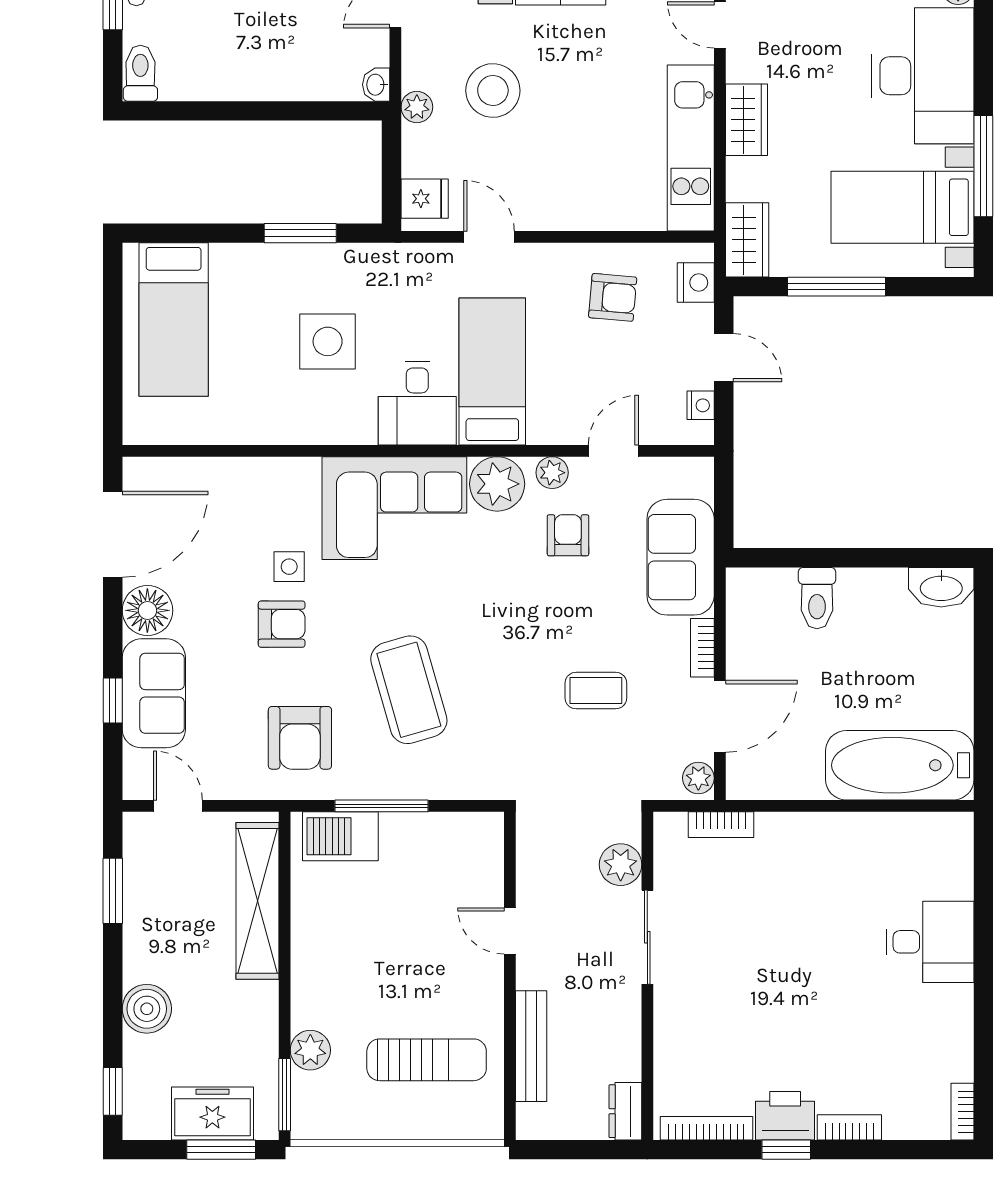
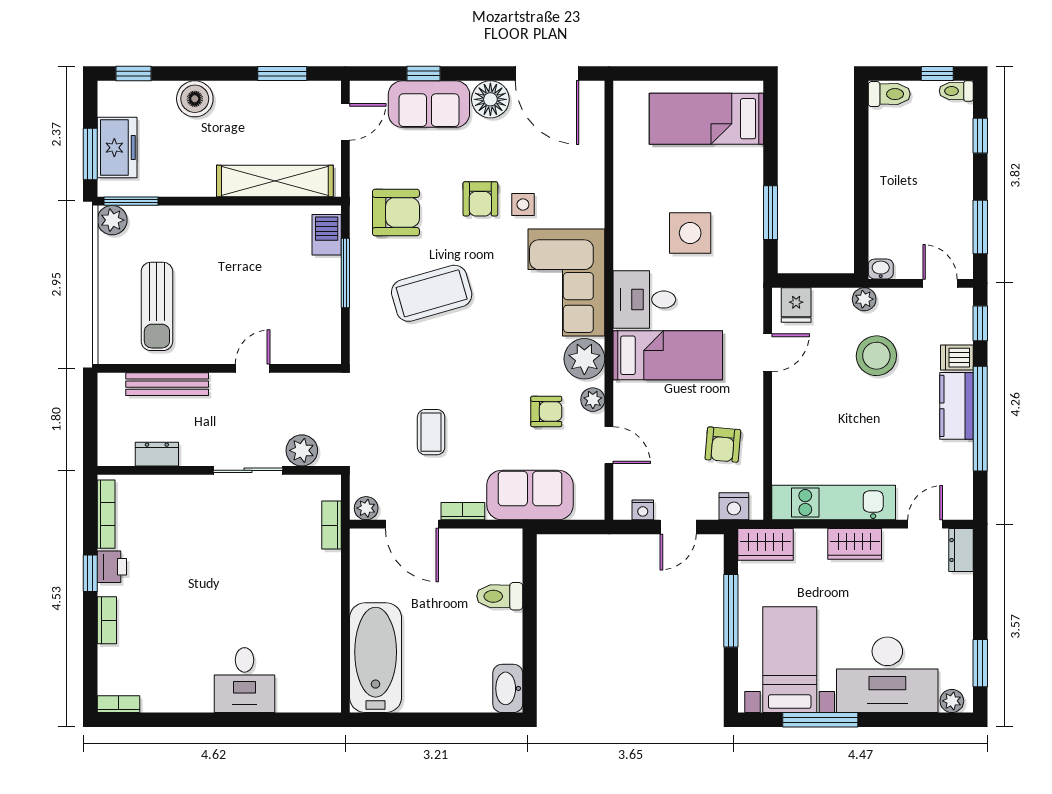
armchair: (300, 738) -> (396, 212), turned 180
barbecue: (340, 836) -> (327, 235), width x0.73, depth x0.79
plant: (310, 1050) -> (112, 220), moved
dresser: (625, 1111) -> (157, 454), moved
printer: (785, 1116) -> (112, 567), width x0.73, depth x0.81

